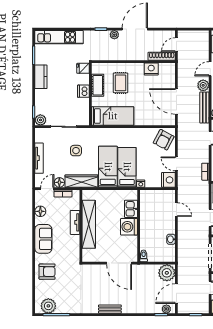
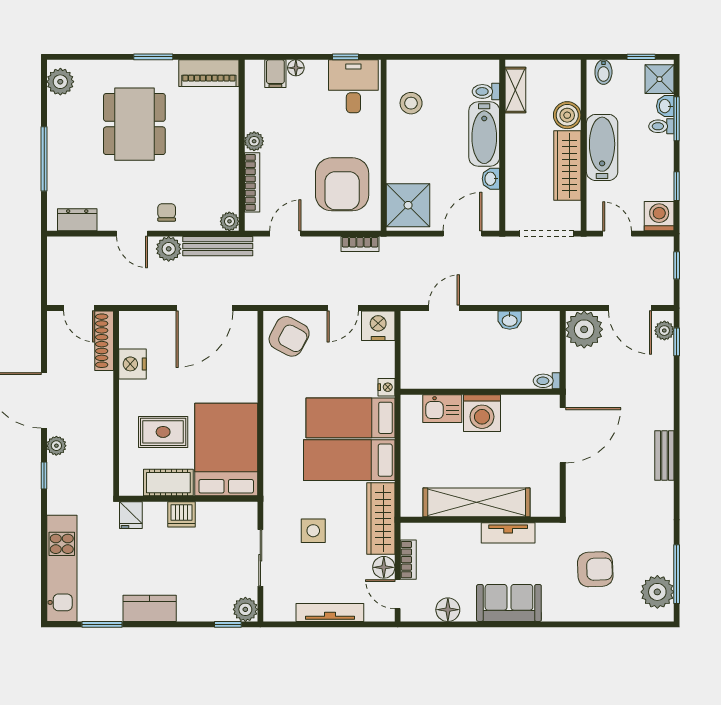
bed: (113, 116) -> (226, 450), width x1.50
tv unit: (75, 222) -> (508, 533), moved
armchair: (47, 272) -> (595, 569), moved, turned 88

